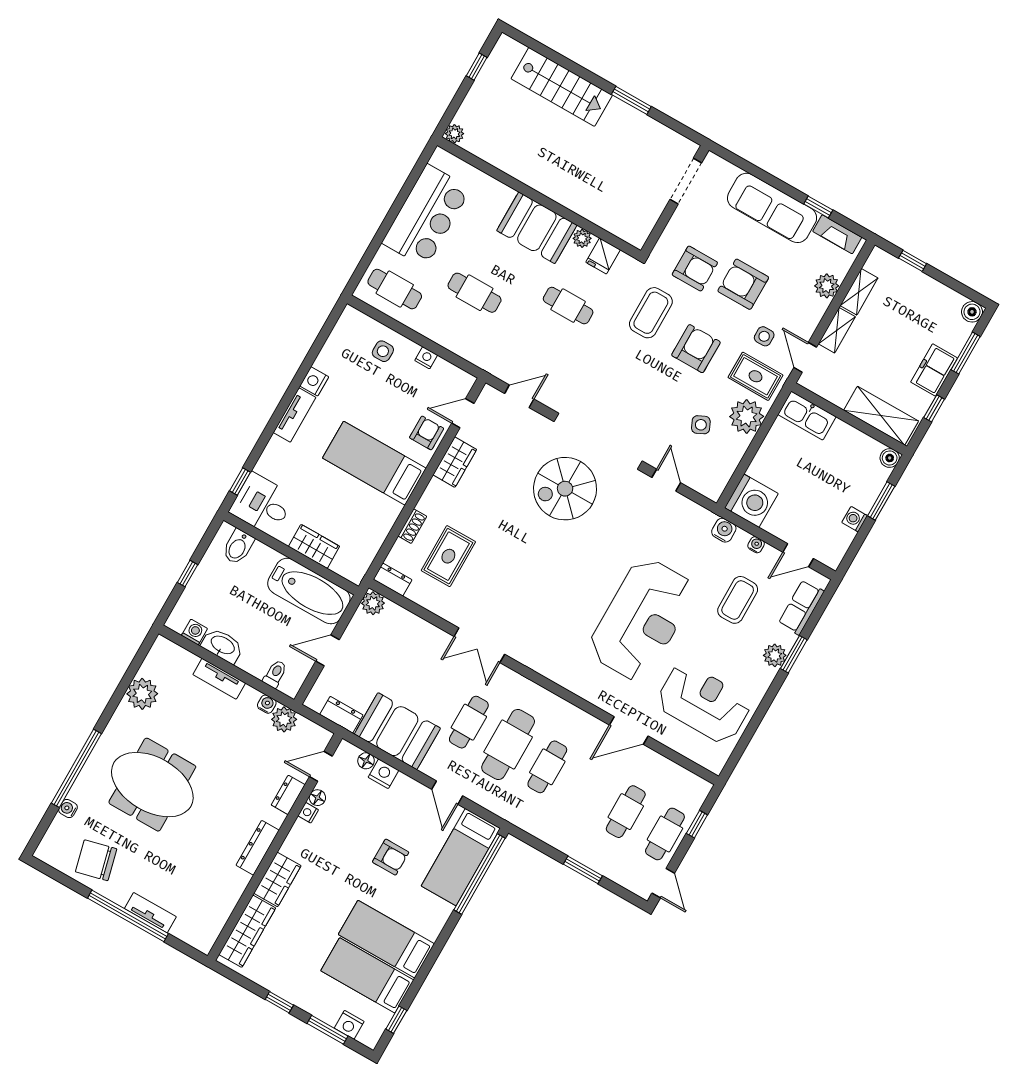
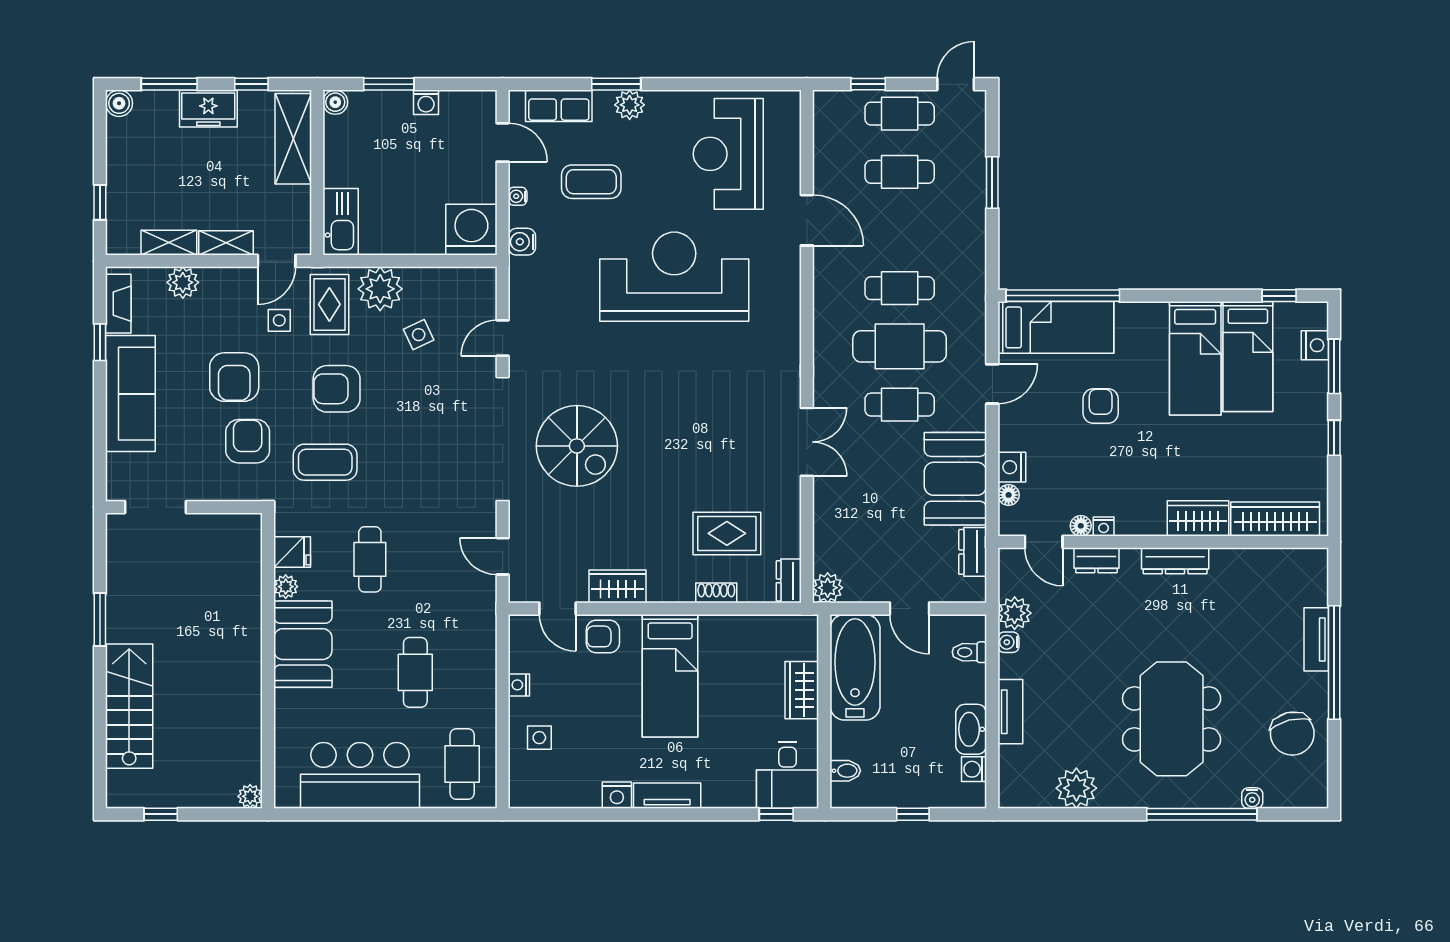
bidet: (238, 547) -> (845, 771), width x0.72, depth x0.74

